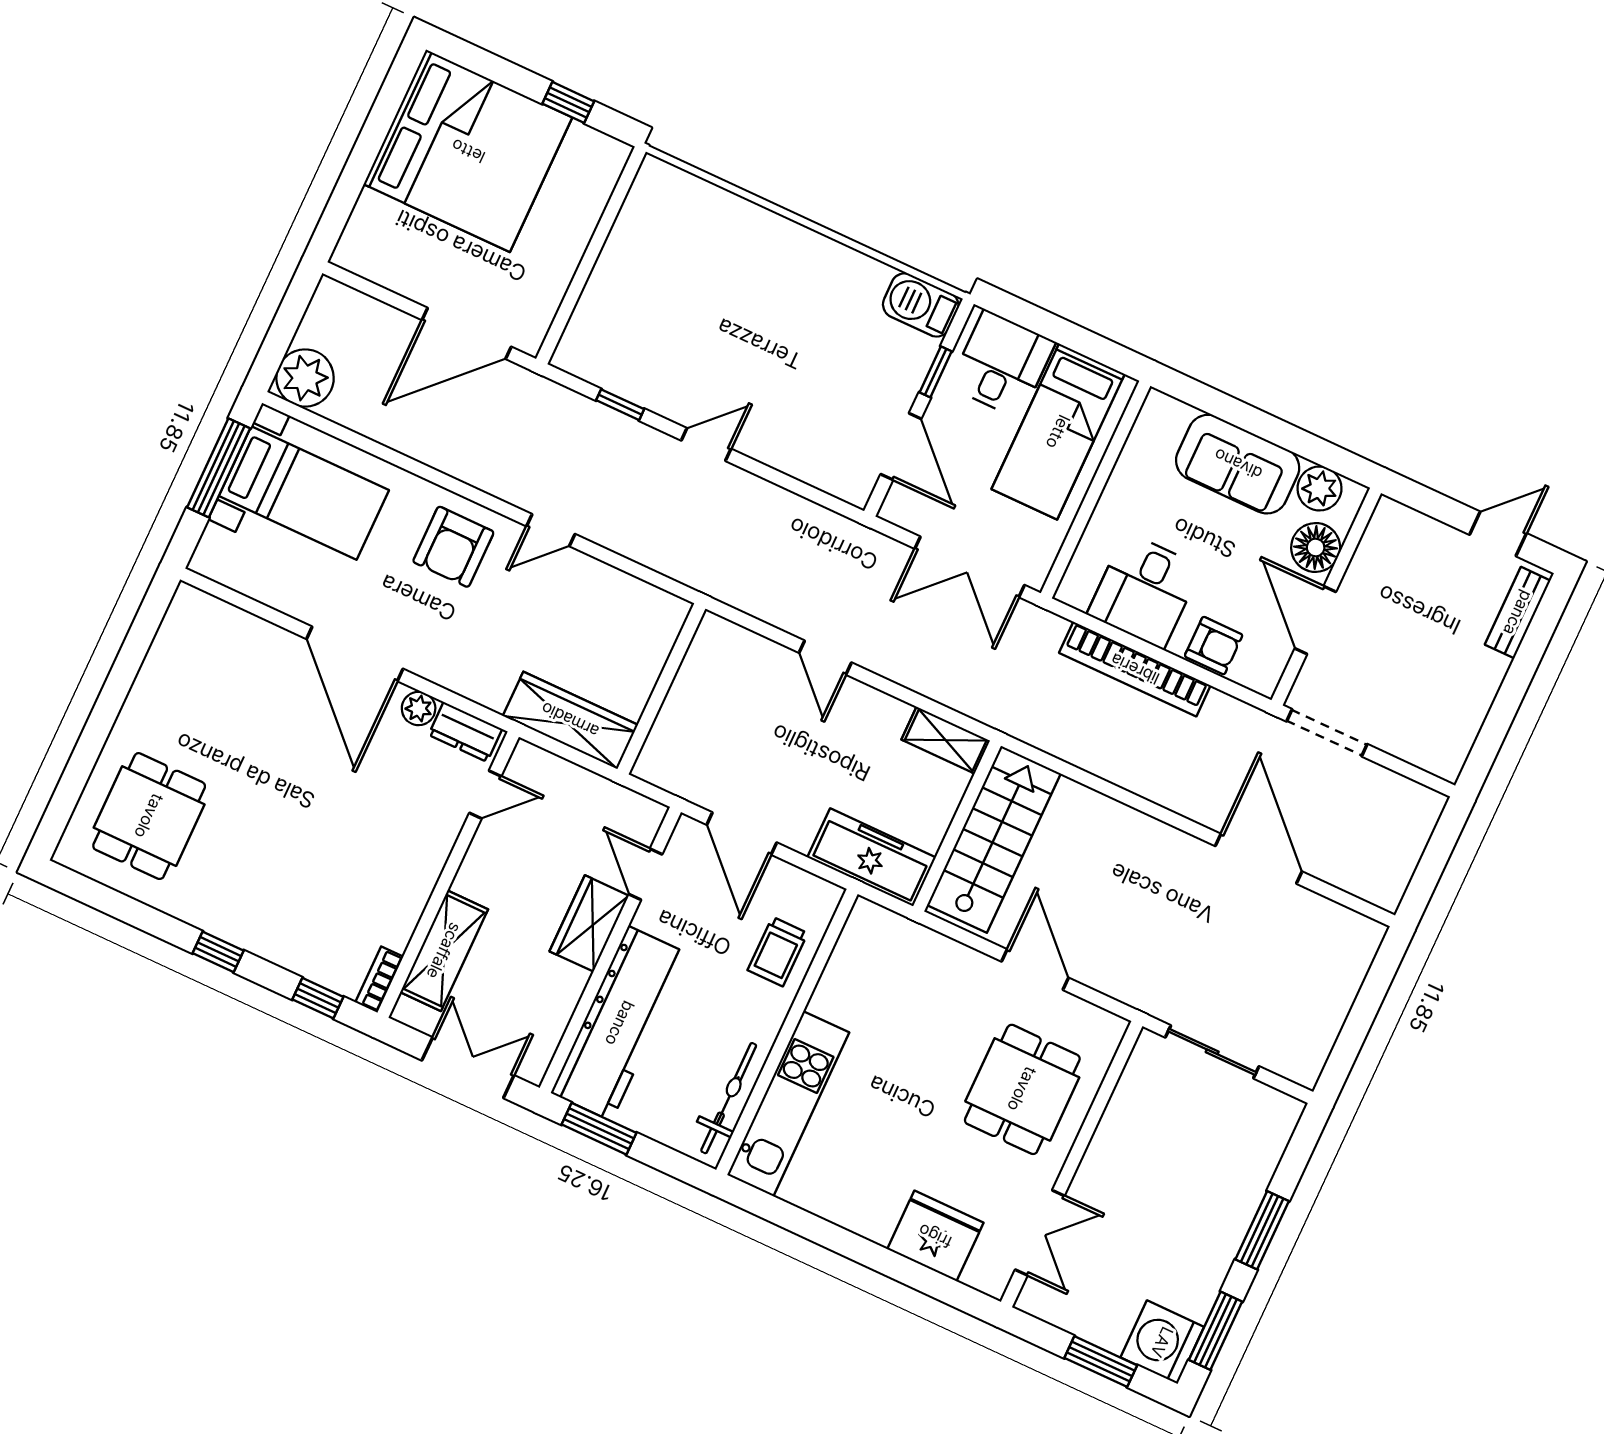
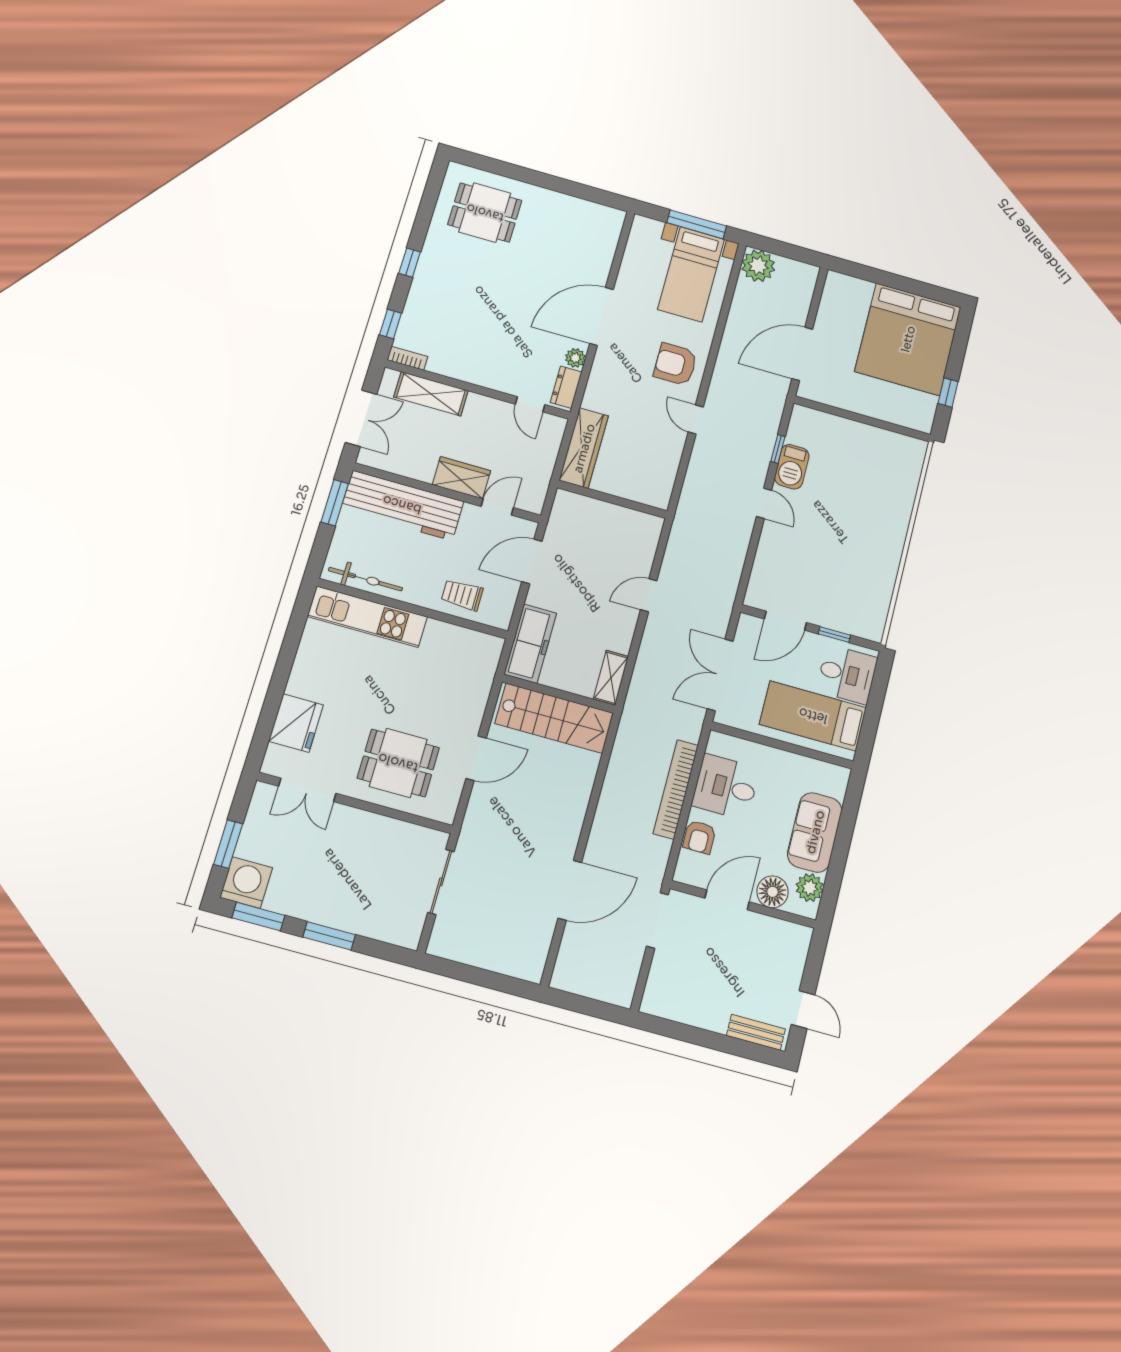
barbecue: (921, 305) -> (792, 467), moved, turned 180
door: (467, 333) -> (802, 354), hinge flipped

